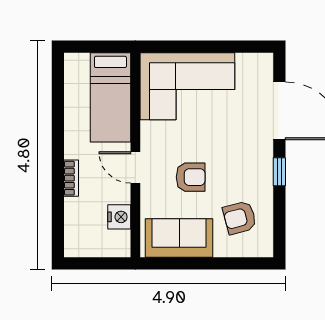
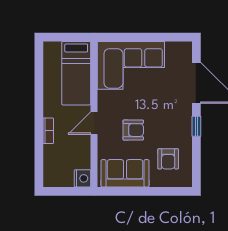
door: (135, 167) -> (94, 123), hinge flipped
nightstand: (119, 217) -> (82, 178), moved
armchair: (240, 218) -> (168, 159), turned -75

